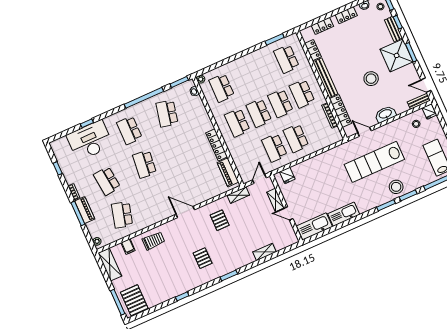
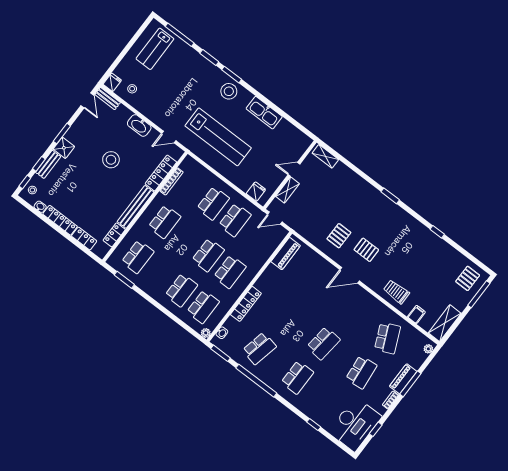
locker: (346, 15) -> (60, 220), width x1.53
shower: (397, 55) -> (64, 148), width x0.54, depth x0.54
school desk: (280, 103) -> (181, 290), moved
door: (364, 132) -> (169, 137), hinge flipped
desk: (90, 140) -> (355, 424), moved, turned -90
locker: (217, 145) -> (246, 304), moved
lab bench: (374, 162) -> (218, 137), moved
stool: (396, 187) -> (229, 91), moved
shelving: (238, 195) -> (303, 231), removed
door: (185, 212) -> (350, 275), hinge flipped
door: (288, 213) -> (294, 169), swing flipped
school desk: (122, 215) -> (387, 338), turned -39
kitchen sink: (314, 226) -> (293, 136), removed
shelving: (264, 252) -> (325, 156), moved
pallet: (203, 258) -> (366, 250), moved, turned 90
pallet: (134, 300) -> (468, 278), width x0.67, depth x0.71

